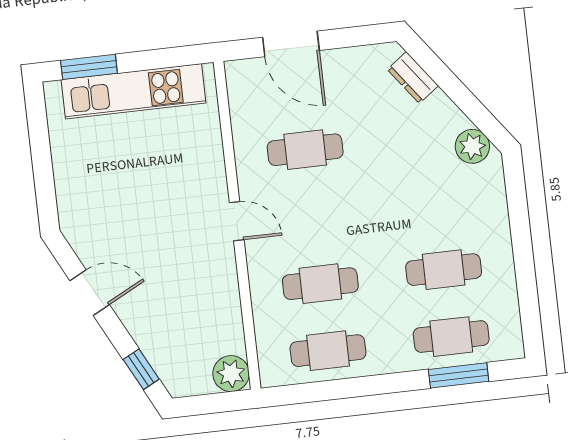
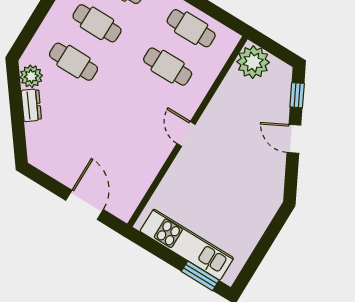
dresser: (413, 78) -> (31, 105), moved
cafe table: (305, 150) -> (73, 62), moved
door: (90, 293) -> (294, 139), moved
plant: (231, 374) -> (253, 62), width x1.36, depth x1.36

